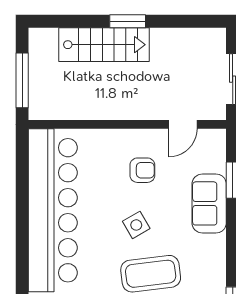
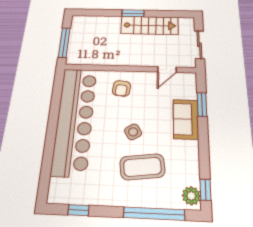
stairs: (104, 45) -> (150, 25), moved
armchair: (142, 170) -> (121, 88), moved, turned 97

